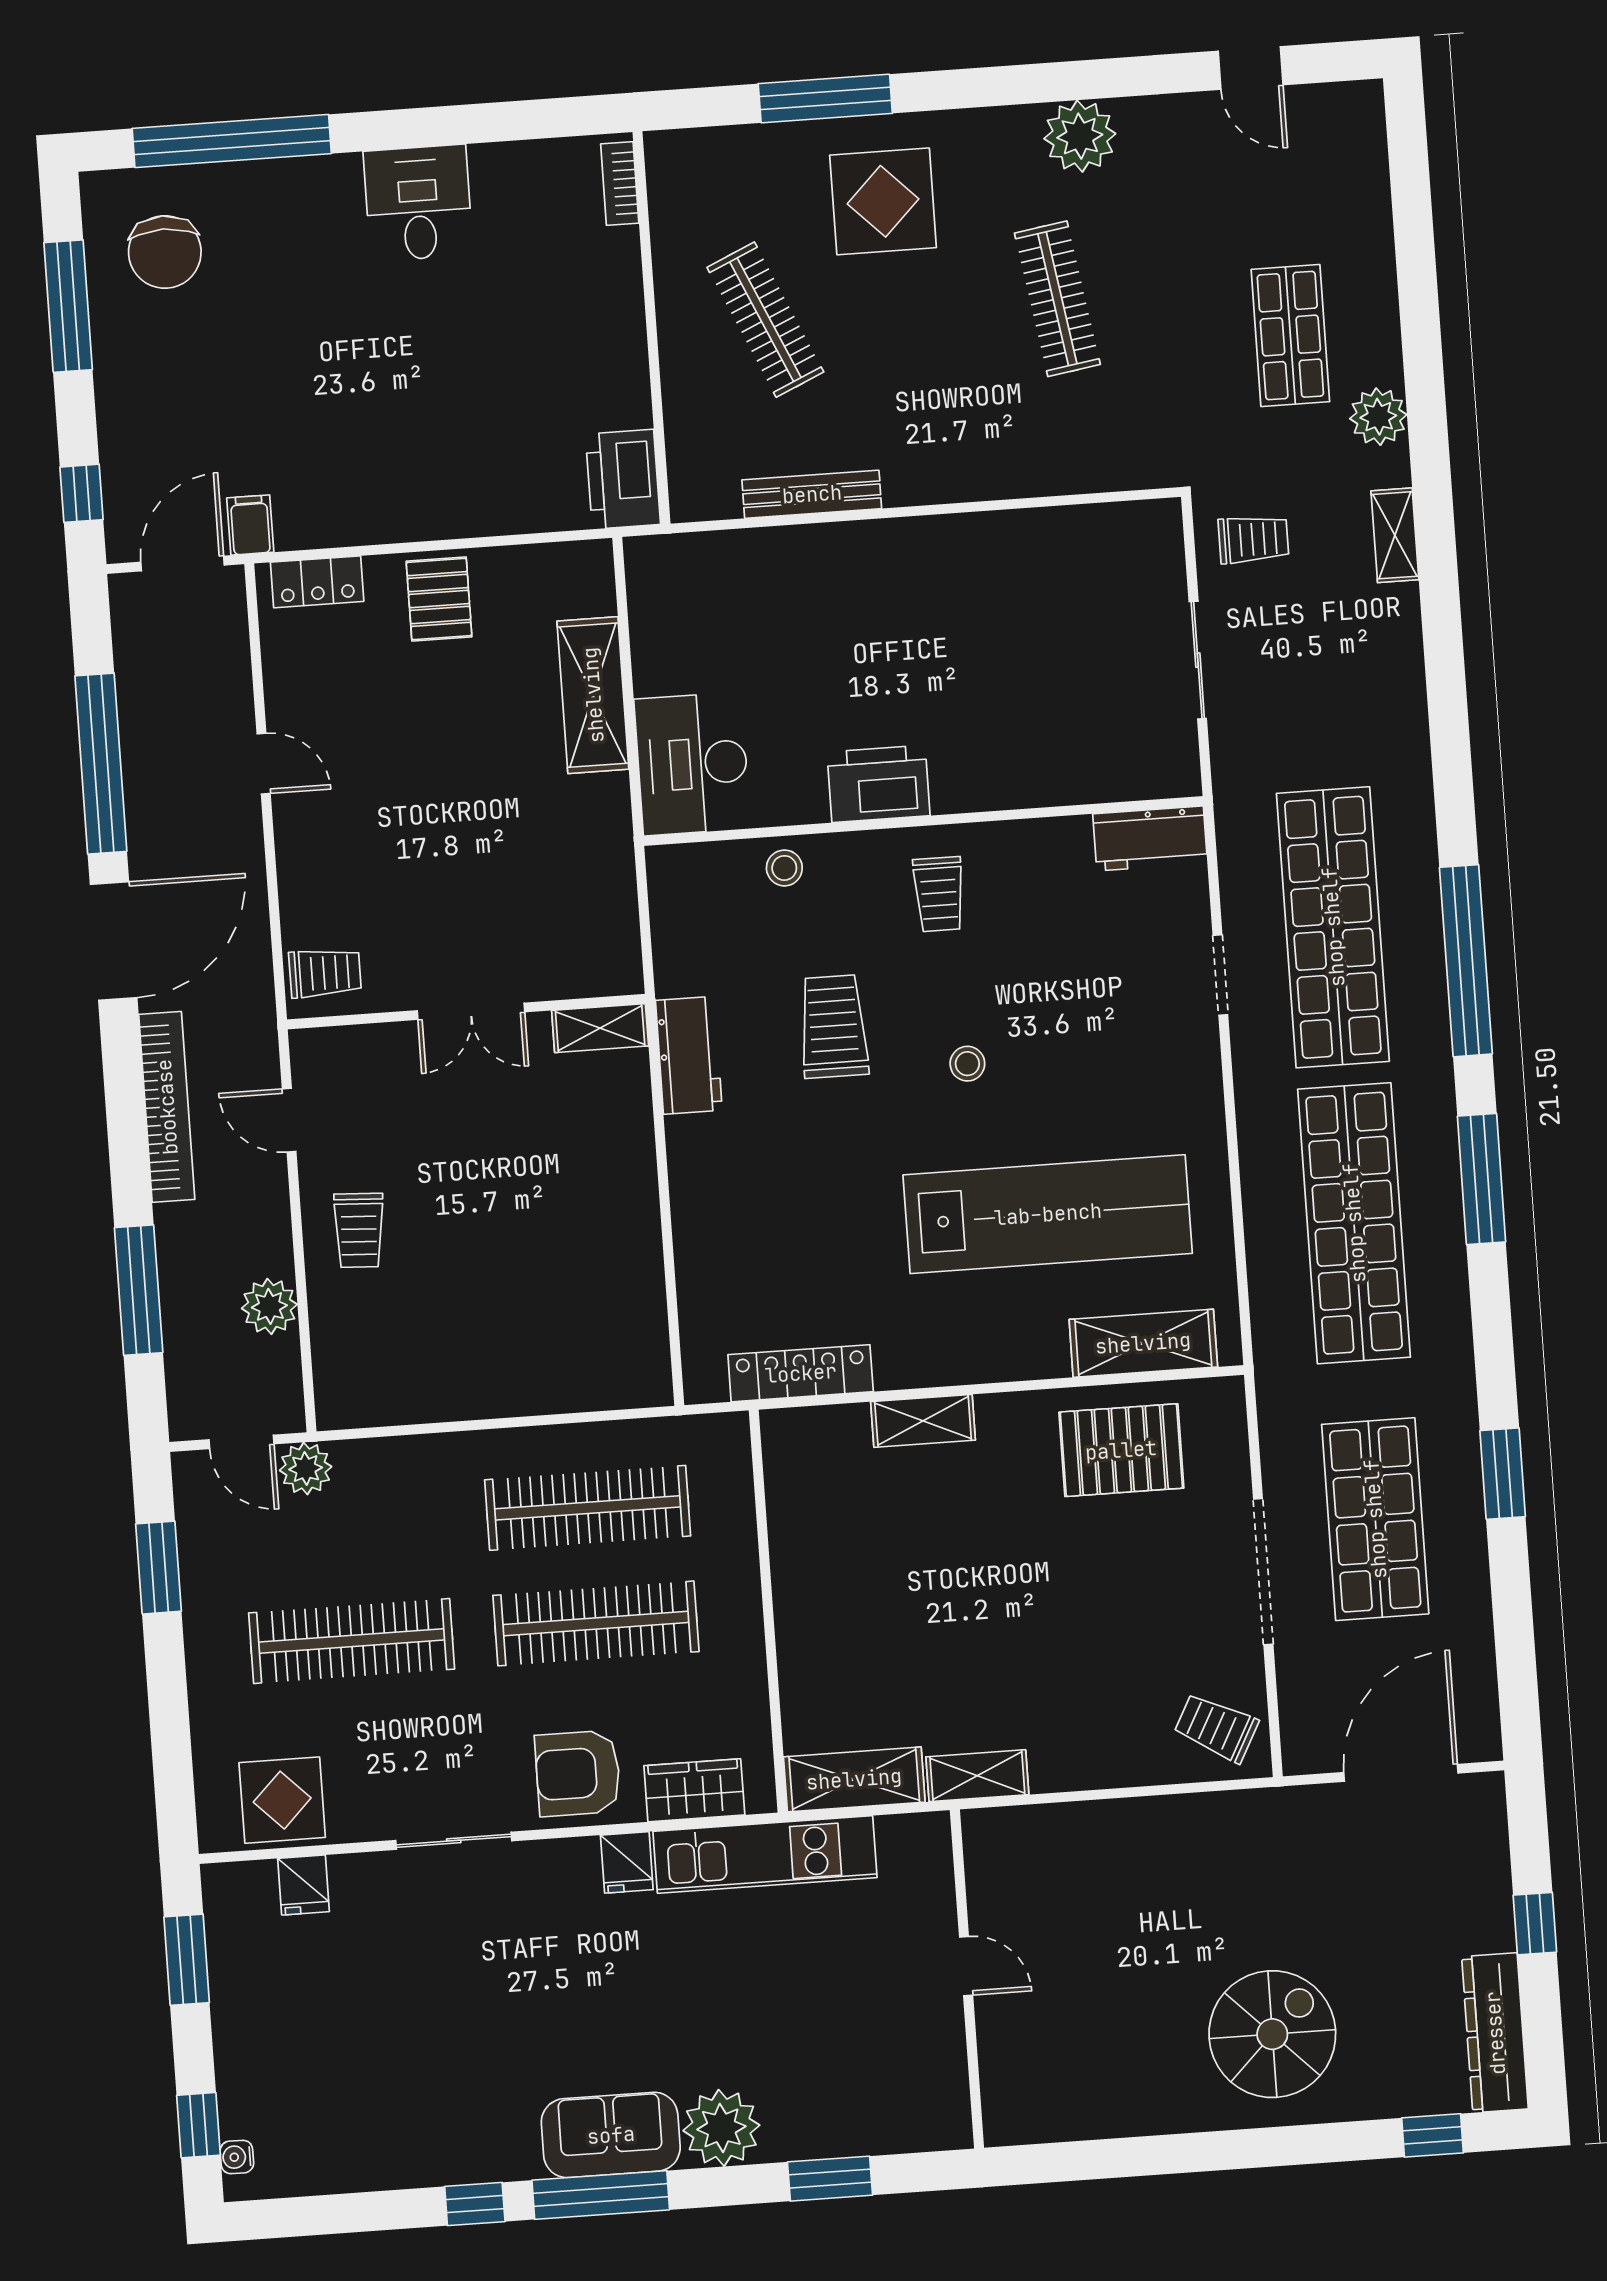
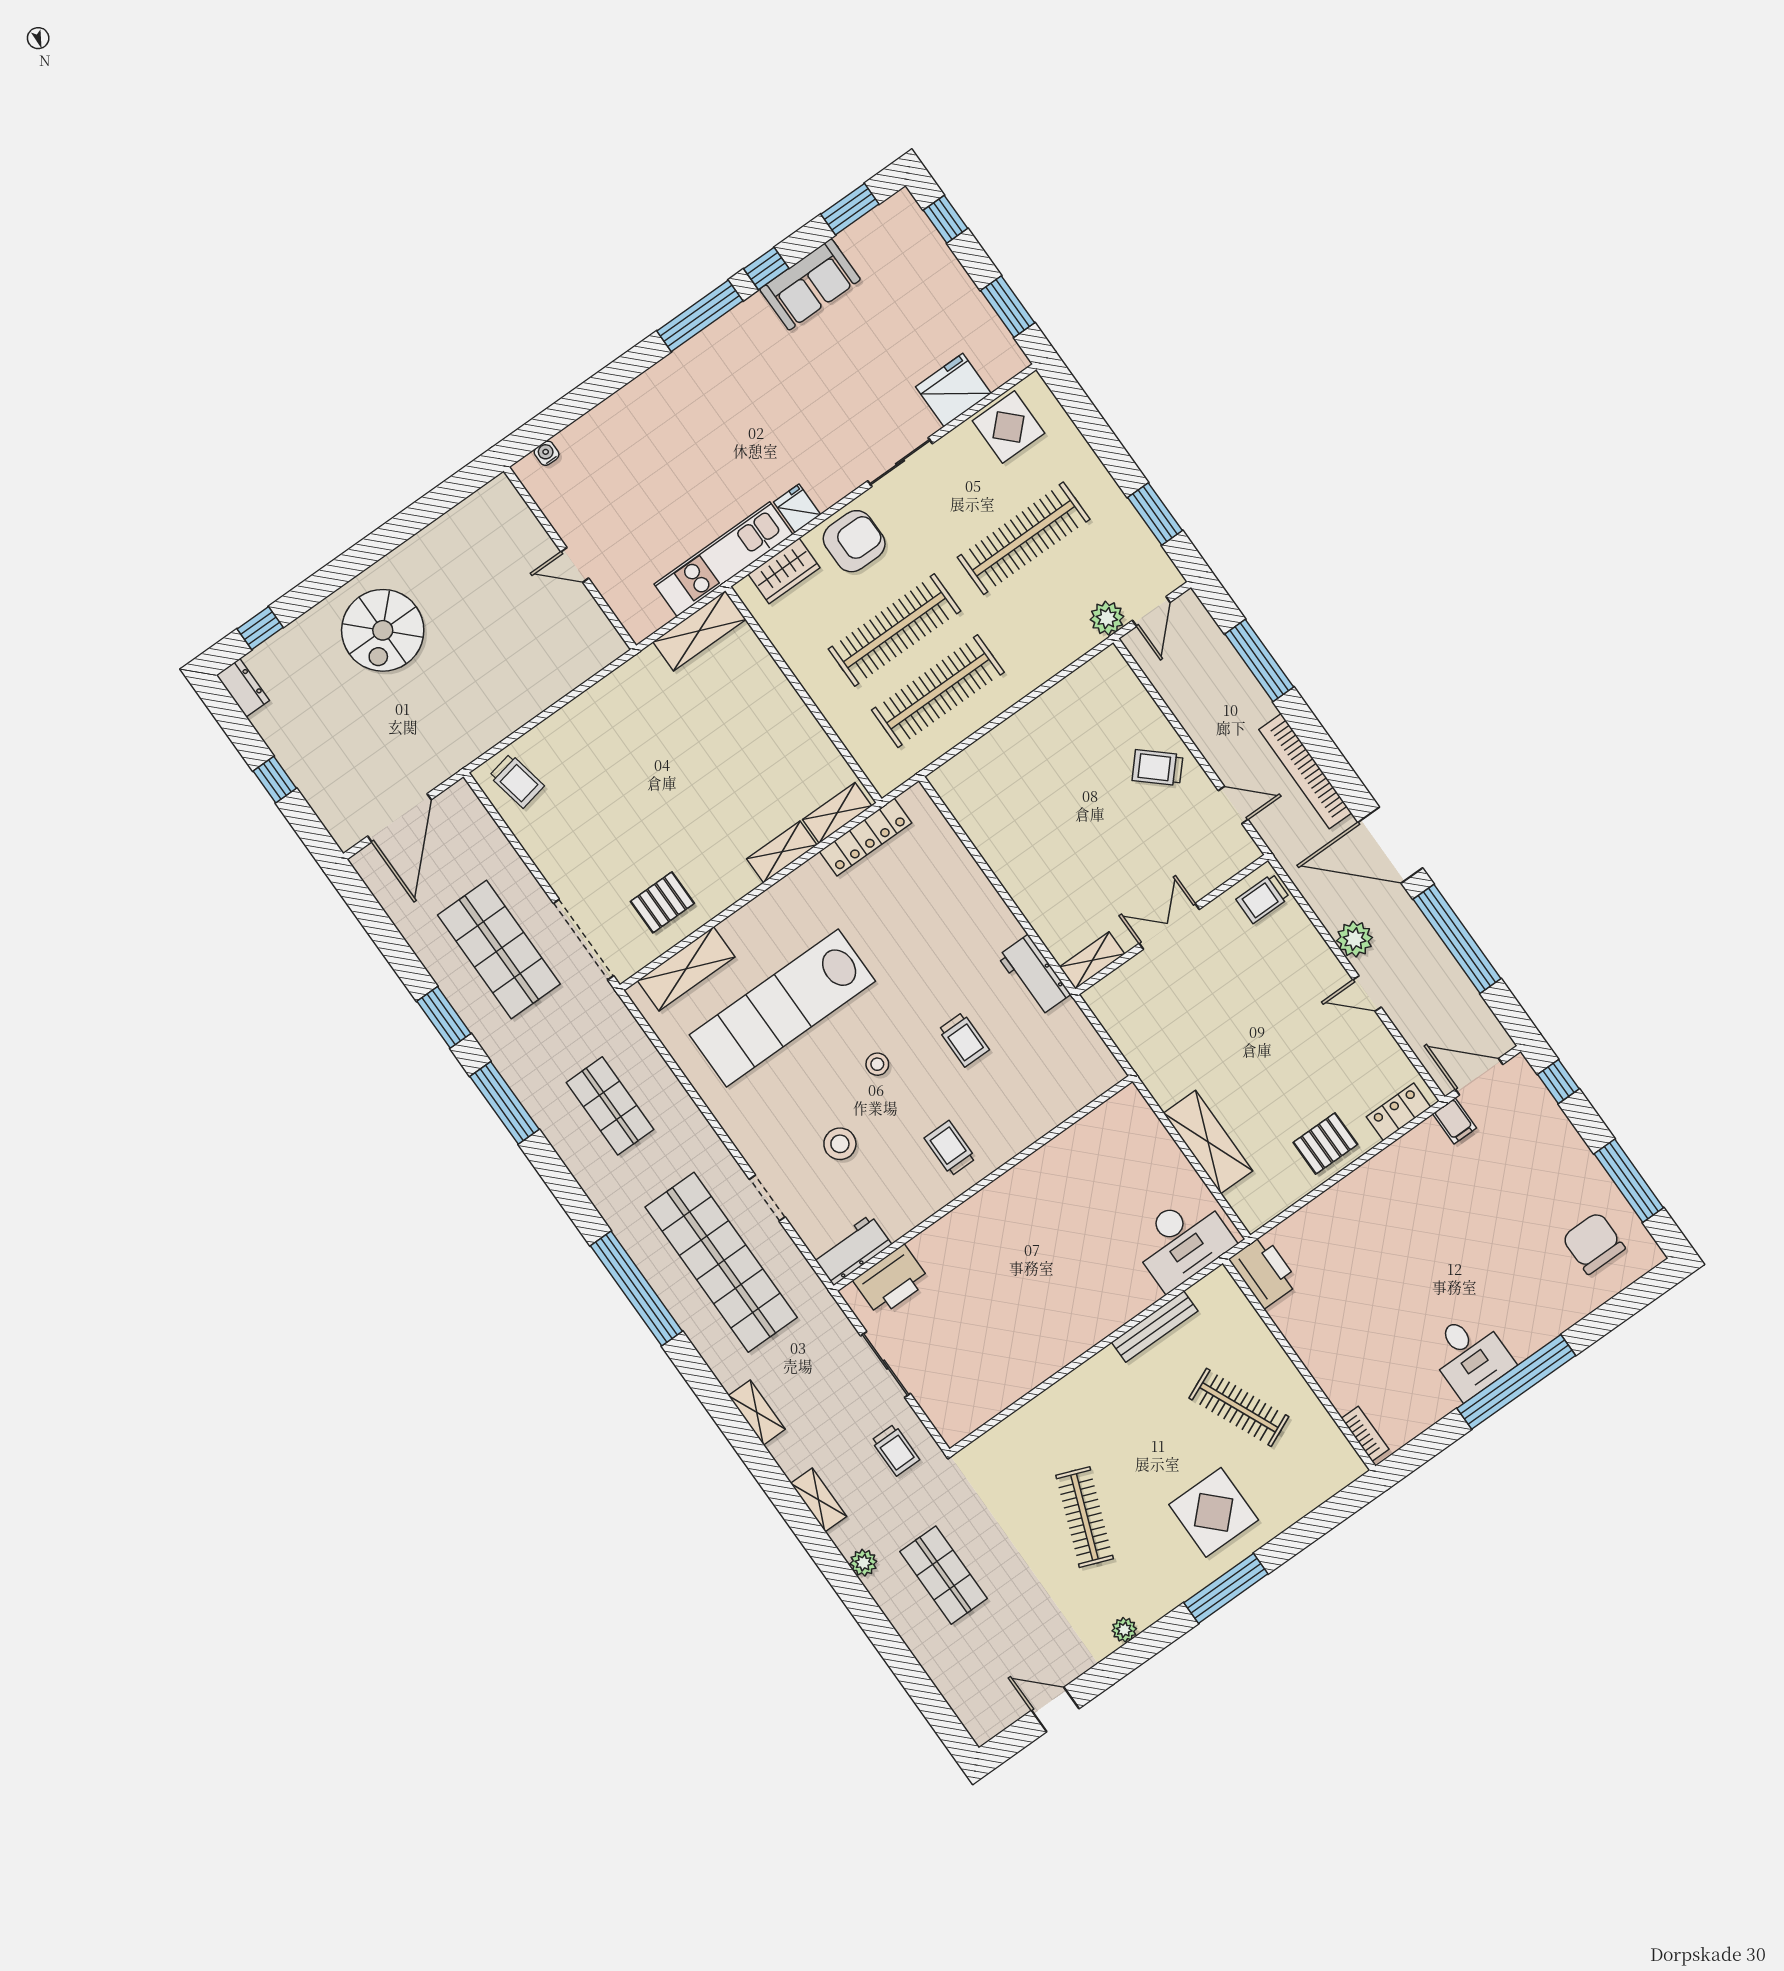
window: (825, 98) -> (1226, 1588), moved
plant: (1080, 136) -> (1124, 1630), width x0.53, depth x0.53
window: (232, 141) -> (1516, 1382), moved
clothes rail: (1057, 299) -> (1085, 1517), turned 30
plant: (1378, 417) -> (863, 1563), width x0.73, depth x0.73
trolley: (1253, 539) -> (895, 1450), turned -90
door: (182, 564) -> (1479, 1077), swing flipped
pallet: (439, 599) -> (1325, 1143), turned 90
shelving: (1406, 700) -> (757, 1412), added
desk: (692, 764) -> (1182, 1241), moved, turned 90
printer: (878, 784) -> (891, 1281), moved
stool: (784, 868) -> (840, 1144), moved, width x1.37, depth x1.37
door: (114, 941) -> (1390, 845), hinge flipped
trolley: (833, 1027) -> (964, 1040), width x0.73, depth x0.72
window: (1482, 1179) -> (504, 1103), moved
shop shelf: (1354, 1223) -> (610, 1106), width x0.50, depth x0.74
trolley: (359, 1230) -> (1158, 768), turned -51
plant: (269, 1306) -> (1355, 939), moved
door: (242, 1442) -> (1151, 611), swing flipped
pallet: (1121, 1450) -> (662, 902), width x0.67, depth x0.71
doorway: (1263, 1572) -> (583, 940), moved
trolley: (1216, 1728) -> (517, 781), turned 51
shelving: (977, 1776) -> (837, 813), moved
fridge: (304, 1885) -> (953, 390), width x1.88, depth x1.34
dresser: (1495, 2033) -> (243, 688), width x0.51, depth x0.80
plant: (721, 2128) -> (656, 393), removed
sofa: (611, 2135) -> (810, 284), moved
water cooler: (237, 2157) -> (547, 453), moved, turned -90
window: (830, 2179) -> (850, 209), moved

